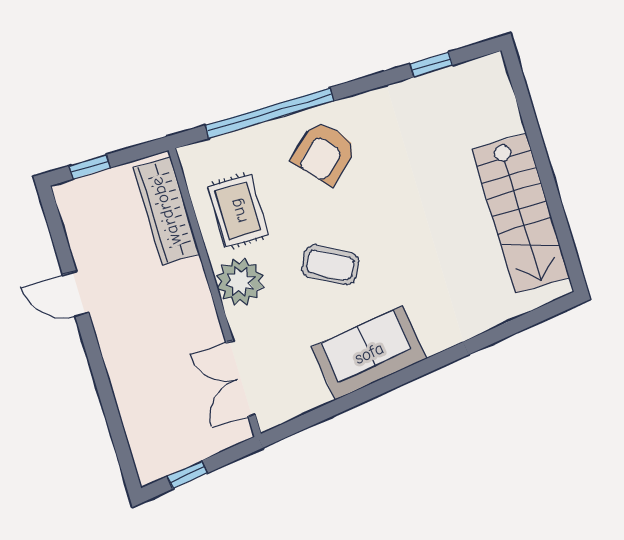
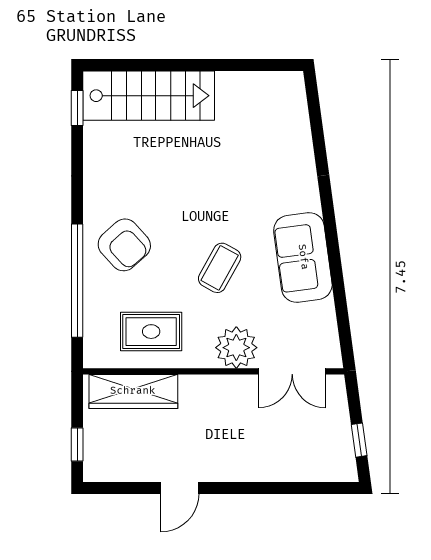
window: (431, 64) -> (77, 108), moved
stairs: (521, 213) -> (149, 96), moved
plant: (240, 281) -> (236, 348), moved

